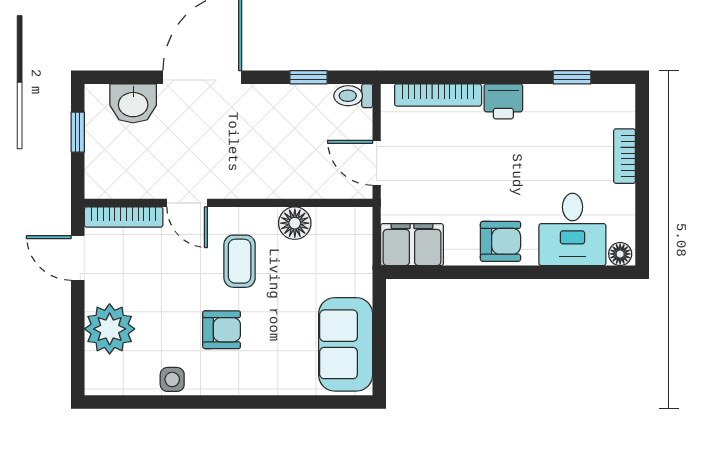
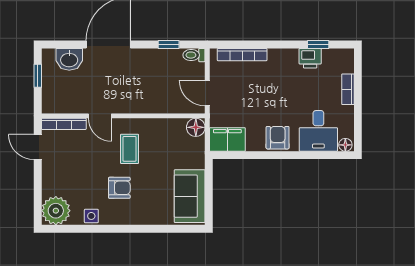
printer: (503, 101) -> (310, 58), moved
floor lamp: (295, 223) -> (196, 127), moved
armchair: (501, 241) -> (278, 138), turned -90
plant: (110, 329) -> (56, 211), moved

